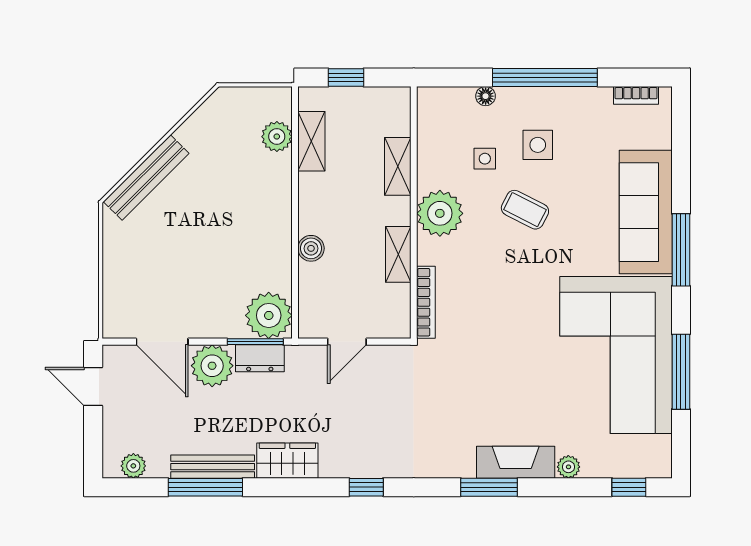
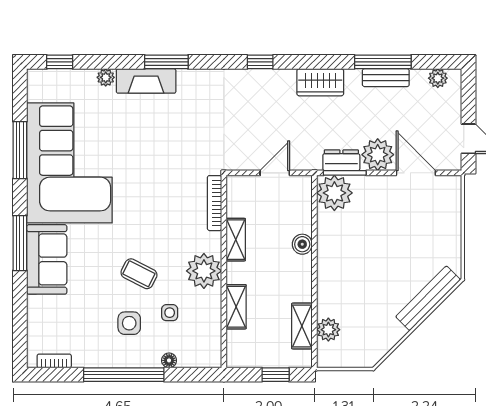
sofa: (646, 212) -> (47, 259), width x0.73
bench: (213, 467) -> (386, 78), width x0.73

